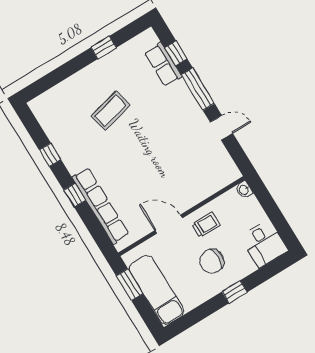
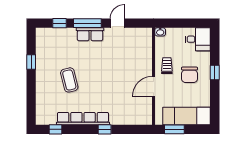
row of seats: (163, 64) -> (90, 34), moved
window: (50, 155) -> (56, 129), moved
row of seats: (100, 206) -> (83, 119), moved

